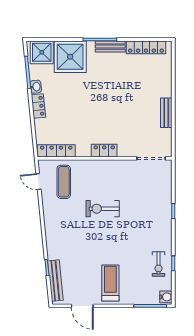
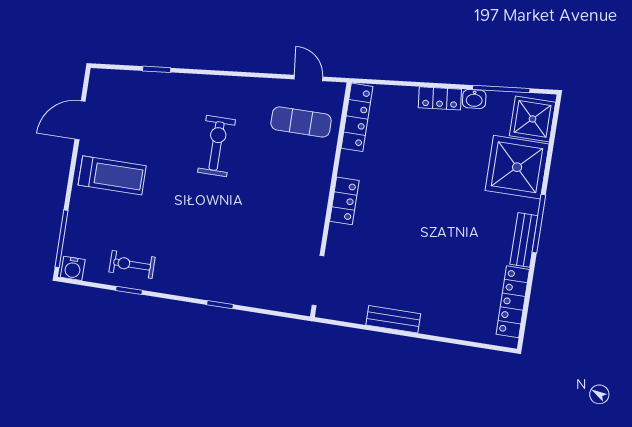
door: (38, 181) -> (308, 78), hinge flipped
exercise bike: (103, 209) -> (217, 146), moved
bench: (55, 281) -> (131, 80), removed

